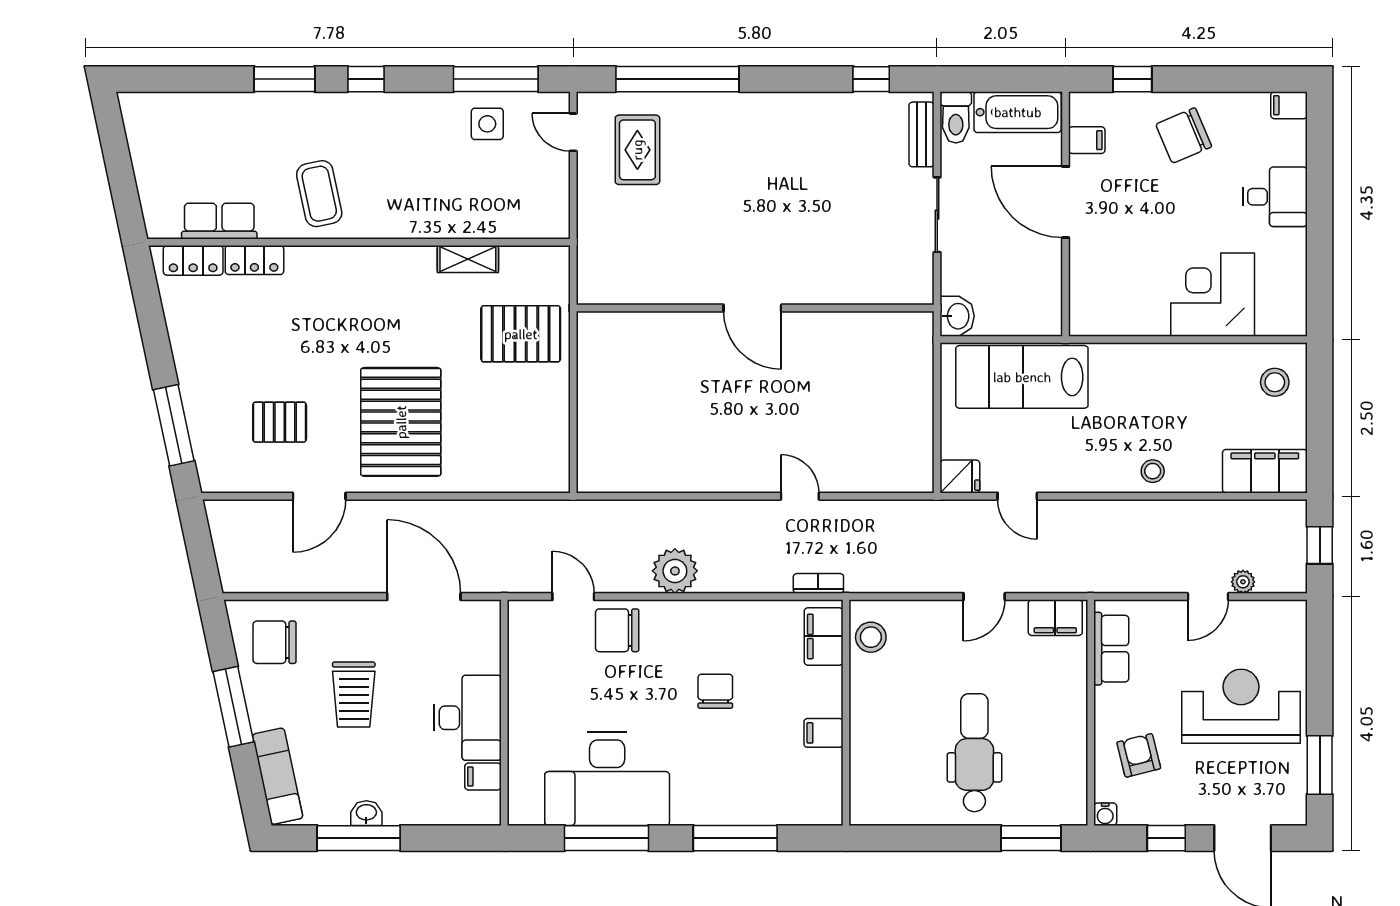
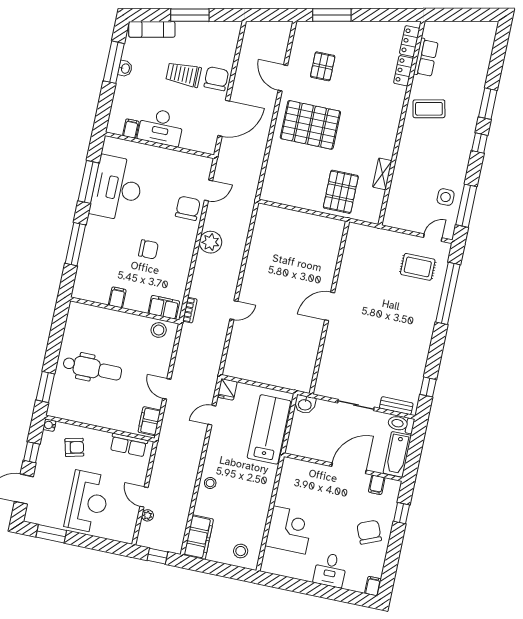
chair: (275, 642) -> (216, 79), moved

